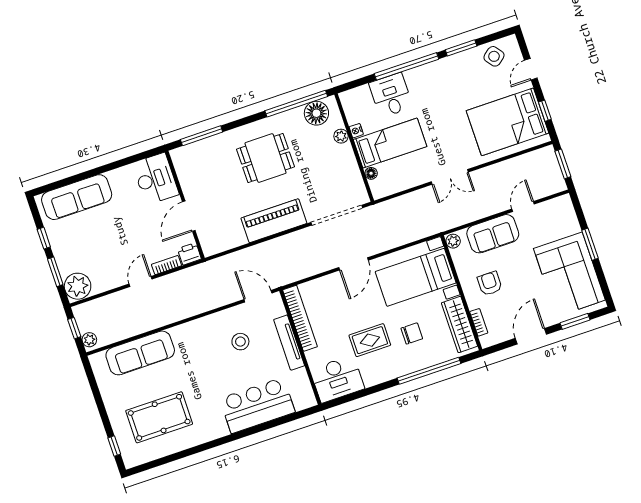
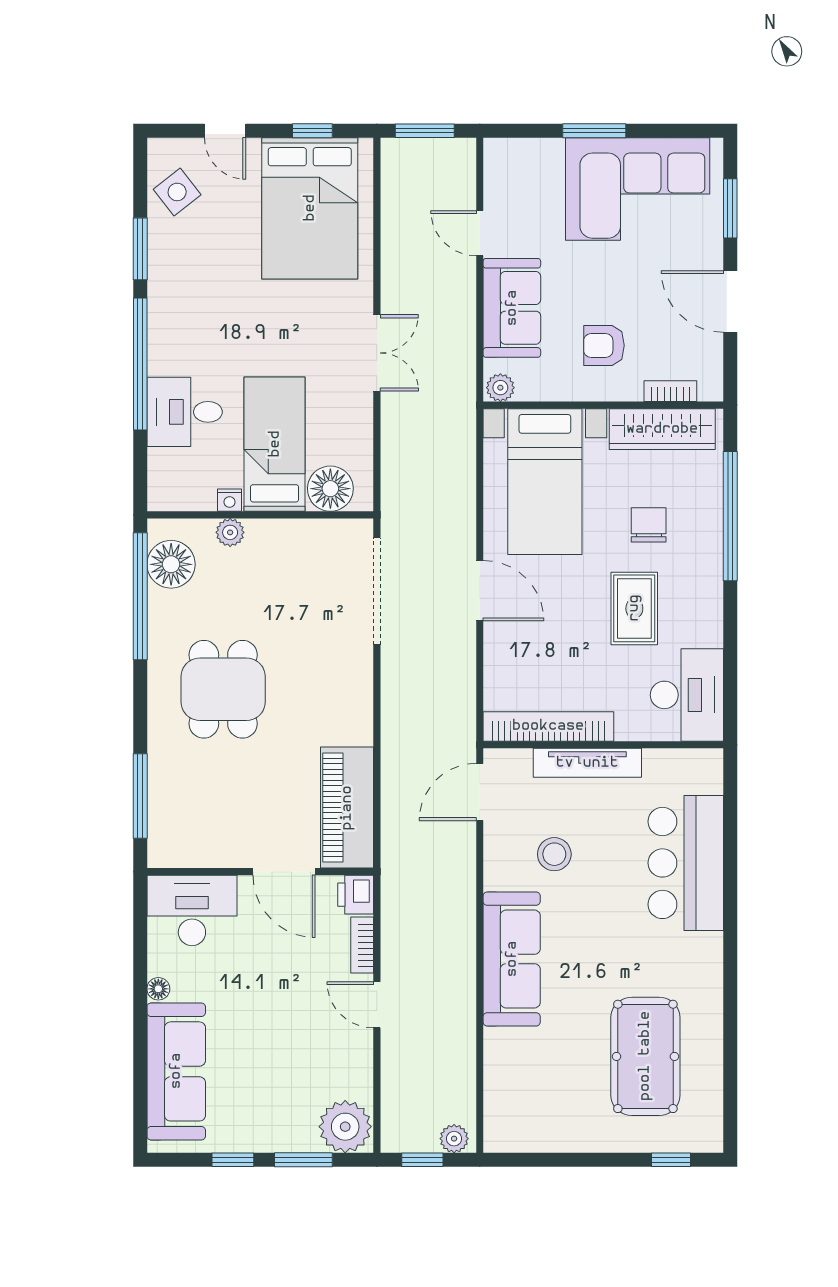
floor lamp: (371, 173) -> (330, 489), width x1.89, depth x1.89
floor lamp: (113, 175) -> (158, 989), added
piano: (274, 221) -> (347, 808), moved
sofa: (140, 353) -> (512, 959), moved

